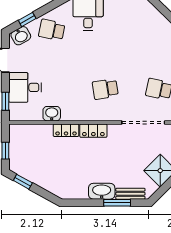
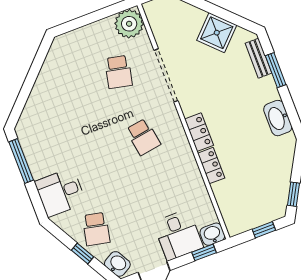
window: (27, 19) -> (83, 253), moved
washbasin: (52, 114) -> (212, 234), moved, turned 90
washbasin: (102, 191) -> (278, 118), moved

